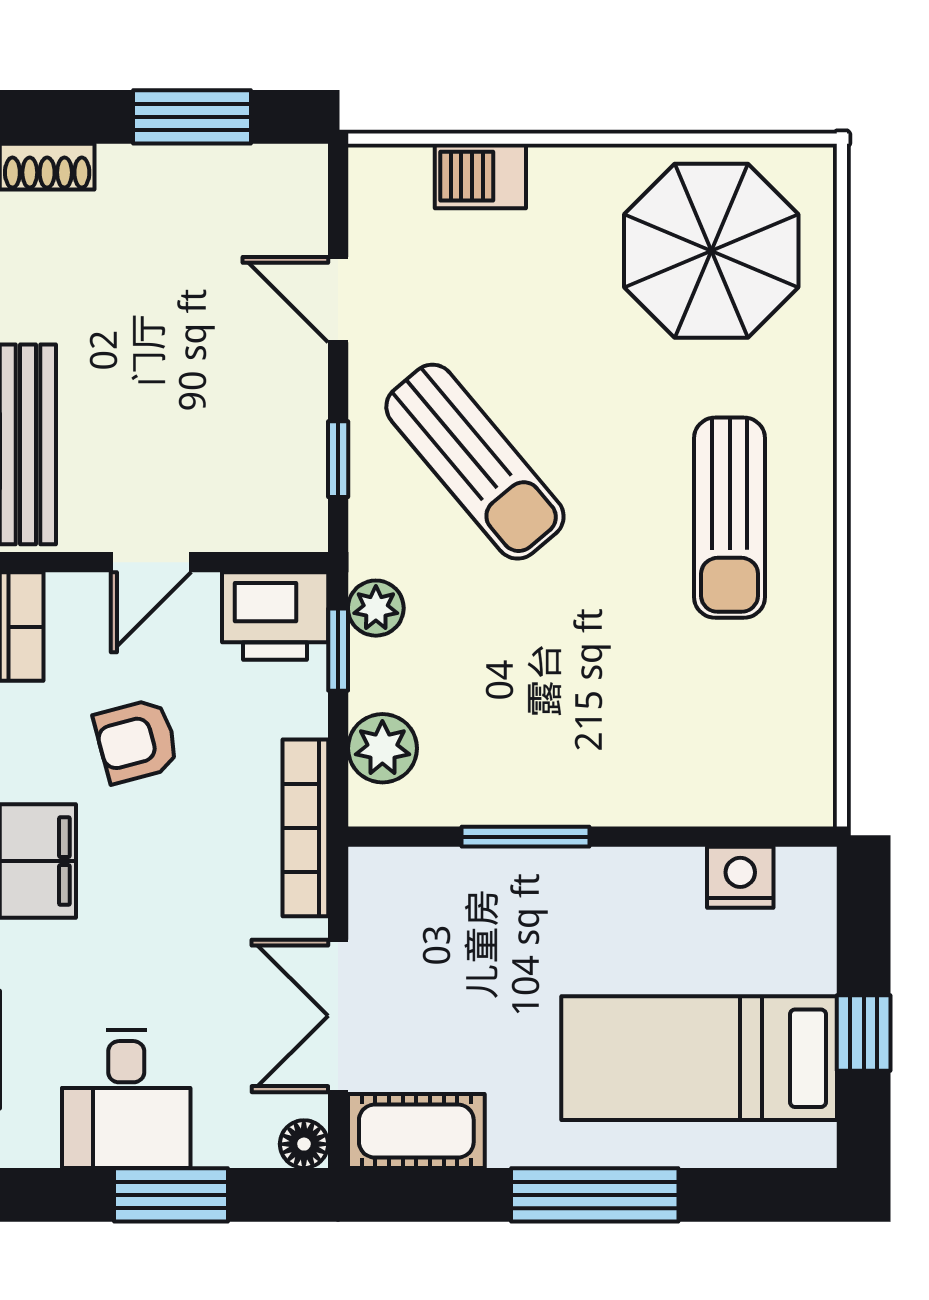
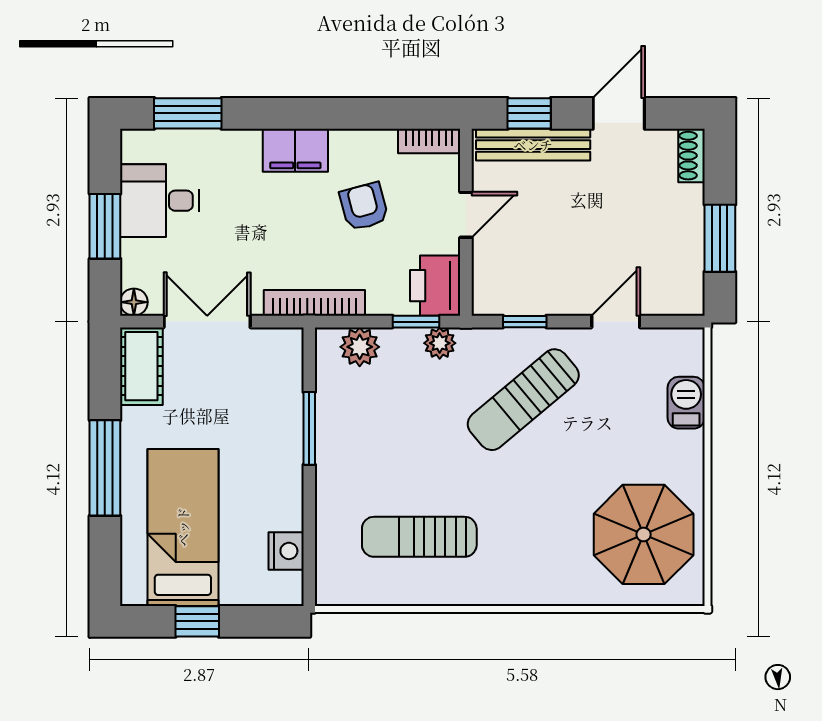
sun lounger: (730, 518) -> (419, 537), moved
door: (151, 562) -> (466, 215), swing flipped

